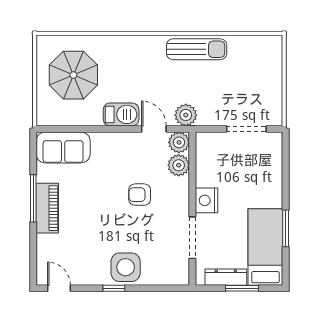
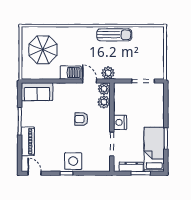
piano: (47, 208) -> (28, 141), moved

